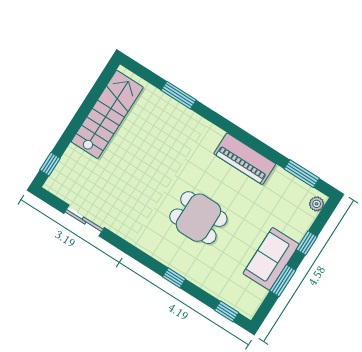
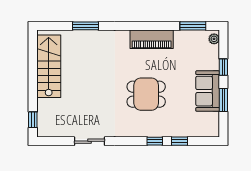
sliding door: (84, 221) -> (89, 141), moved
window: (227, 311) -> (180, 141), moved

